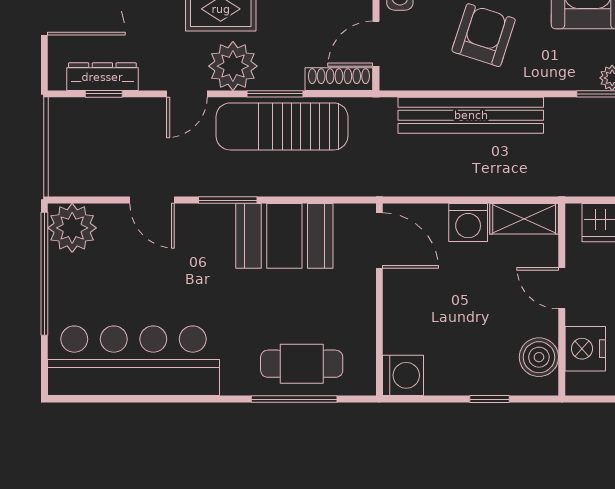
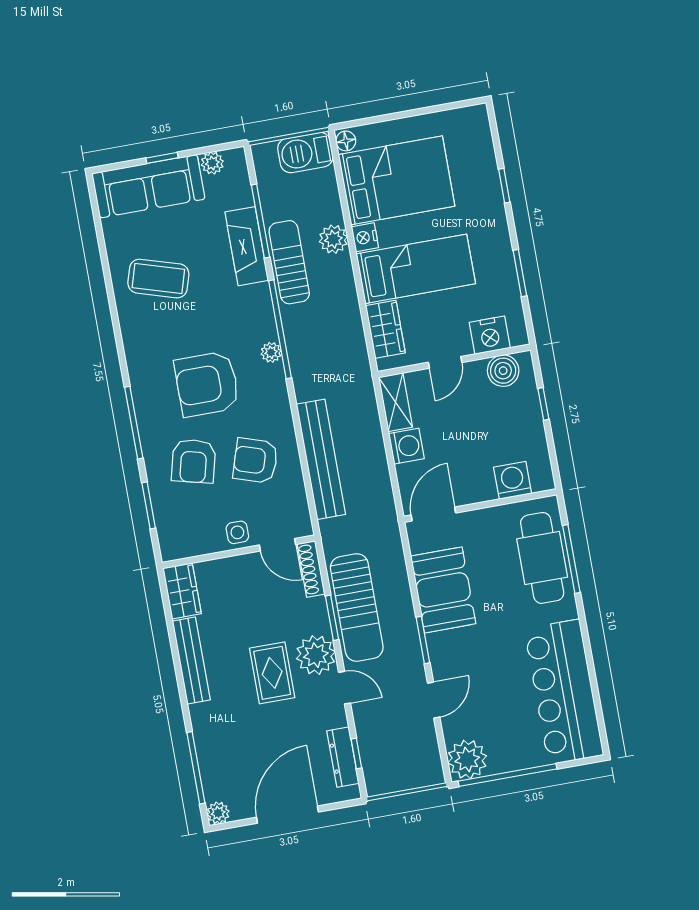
cafe table: (302, 364) -> (542, 558), width x1.37, depth x1.35
washing machine: (403, 375) -> (513, 480), moved

